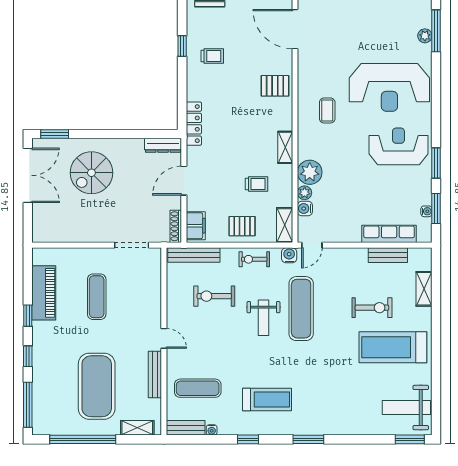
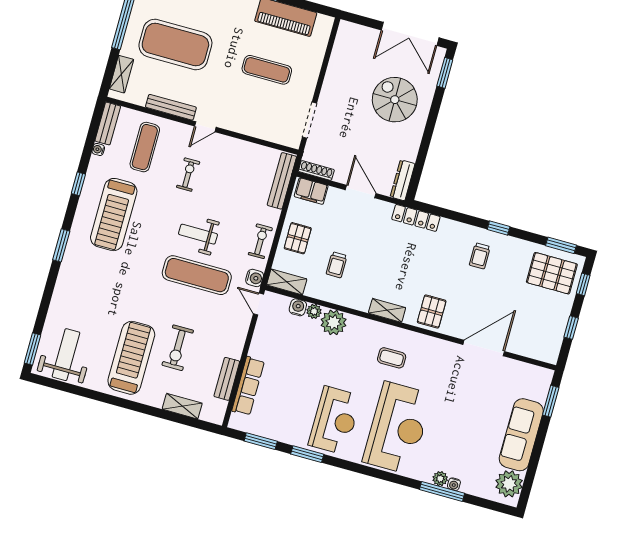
reception desk: (389, 87) -> (398, 428), turned 180
shelving: (285, 147) -> (387, 310), moved
water cooler: (426, 211) -> (454, 484), moved
exercise bike: (214, 296) -> (188, 175), moved, width x0.73, depth x0.72
treadmill: (267, 399) -> (114, 215), width x1.37, depth x1.38

